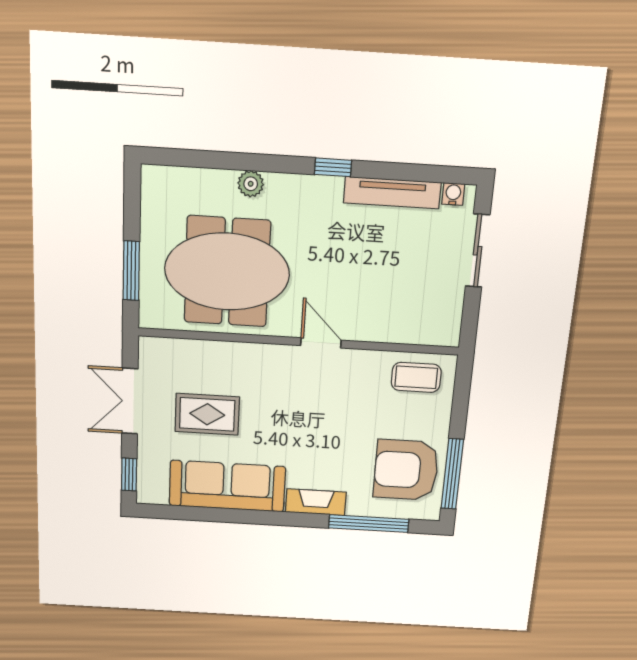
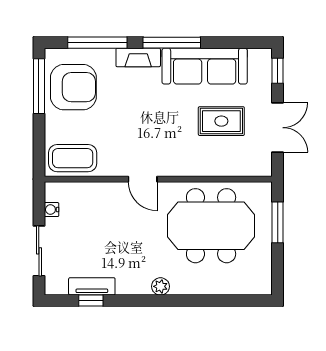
window: (333, 167) -> (91, 301), moved
plant: (251, 184) -> (160, 286), moved
tv unit: (392, 193) -> (92, 286), width x0.71
water cooler: (453, 194) -> (52, 210), moved, turned 90
coffee table: (416, 377) -> (73, 158), width x1.36, depth x1.30
window: (270, 518) -> (172, 43), added

